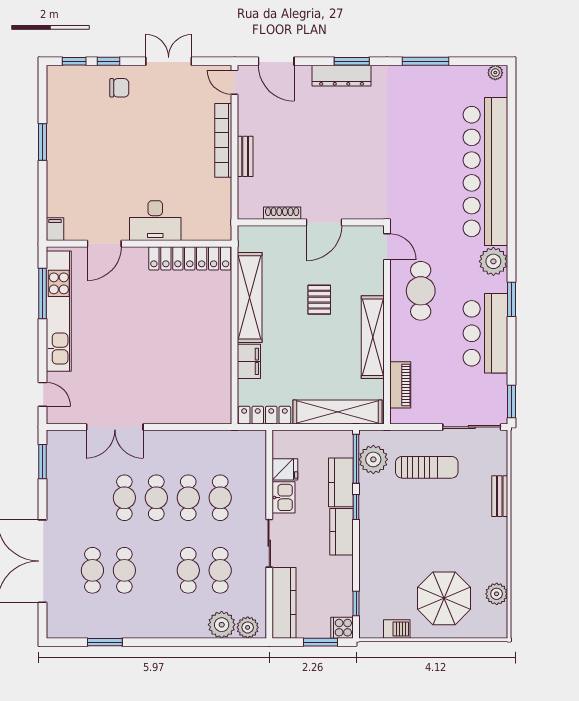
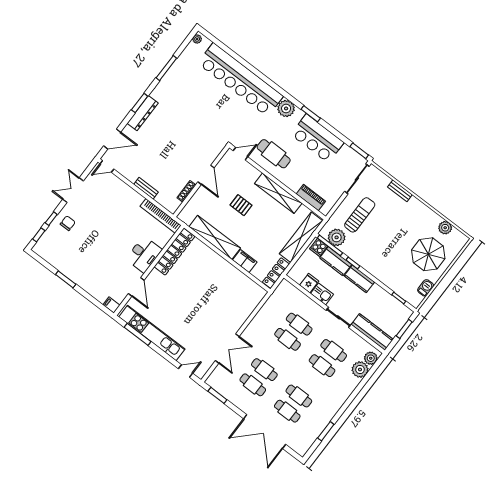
bookcase: (223, 140) -> (161, 216), moved
cafe table: (156, 498) -> (253, 385), moved
cooker: (342, 628) -> (319, 247), moved

